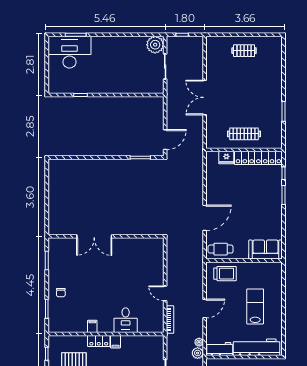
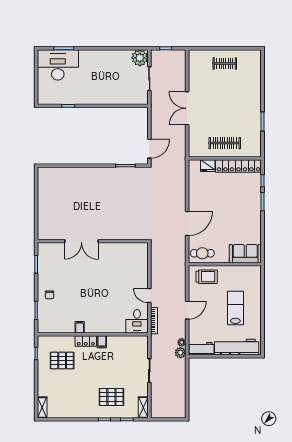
desk: (126, 320) -> (137, 321), moved

